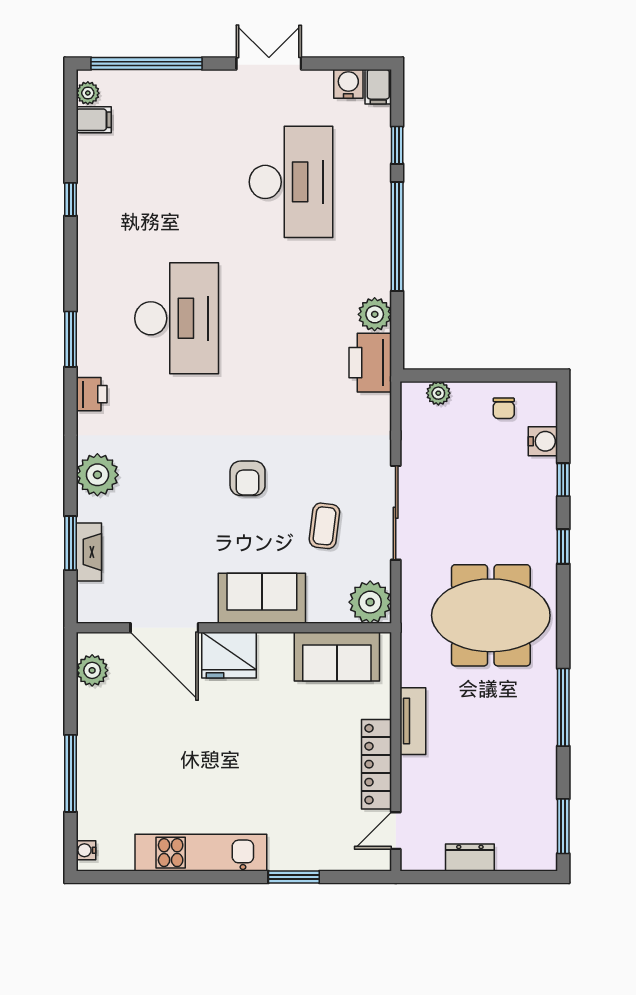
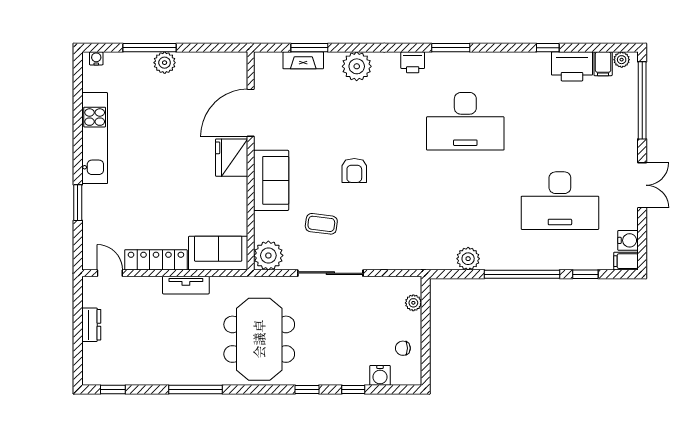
printer: (370, 363) -> (572, 66), moved, turned 180
armchair: (248, 478) -> (354, 170), turned -90
sofa: (337, 657) -> (218, 253), moved, turned 90
plant: (92, 670) -> (165, 63), moved
window: (563, 826) -> (113, 390), width x0.67

